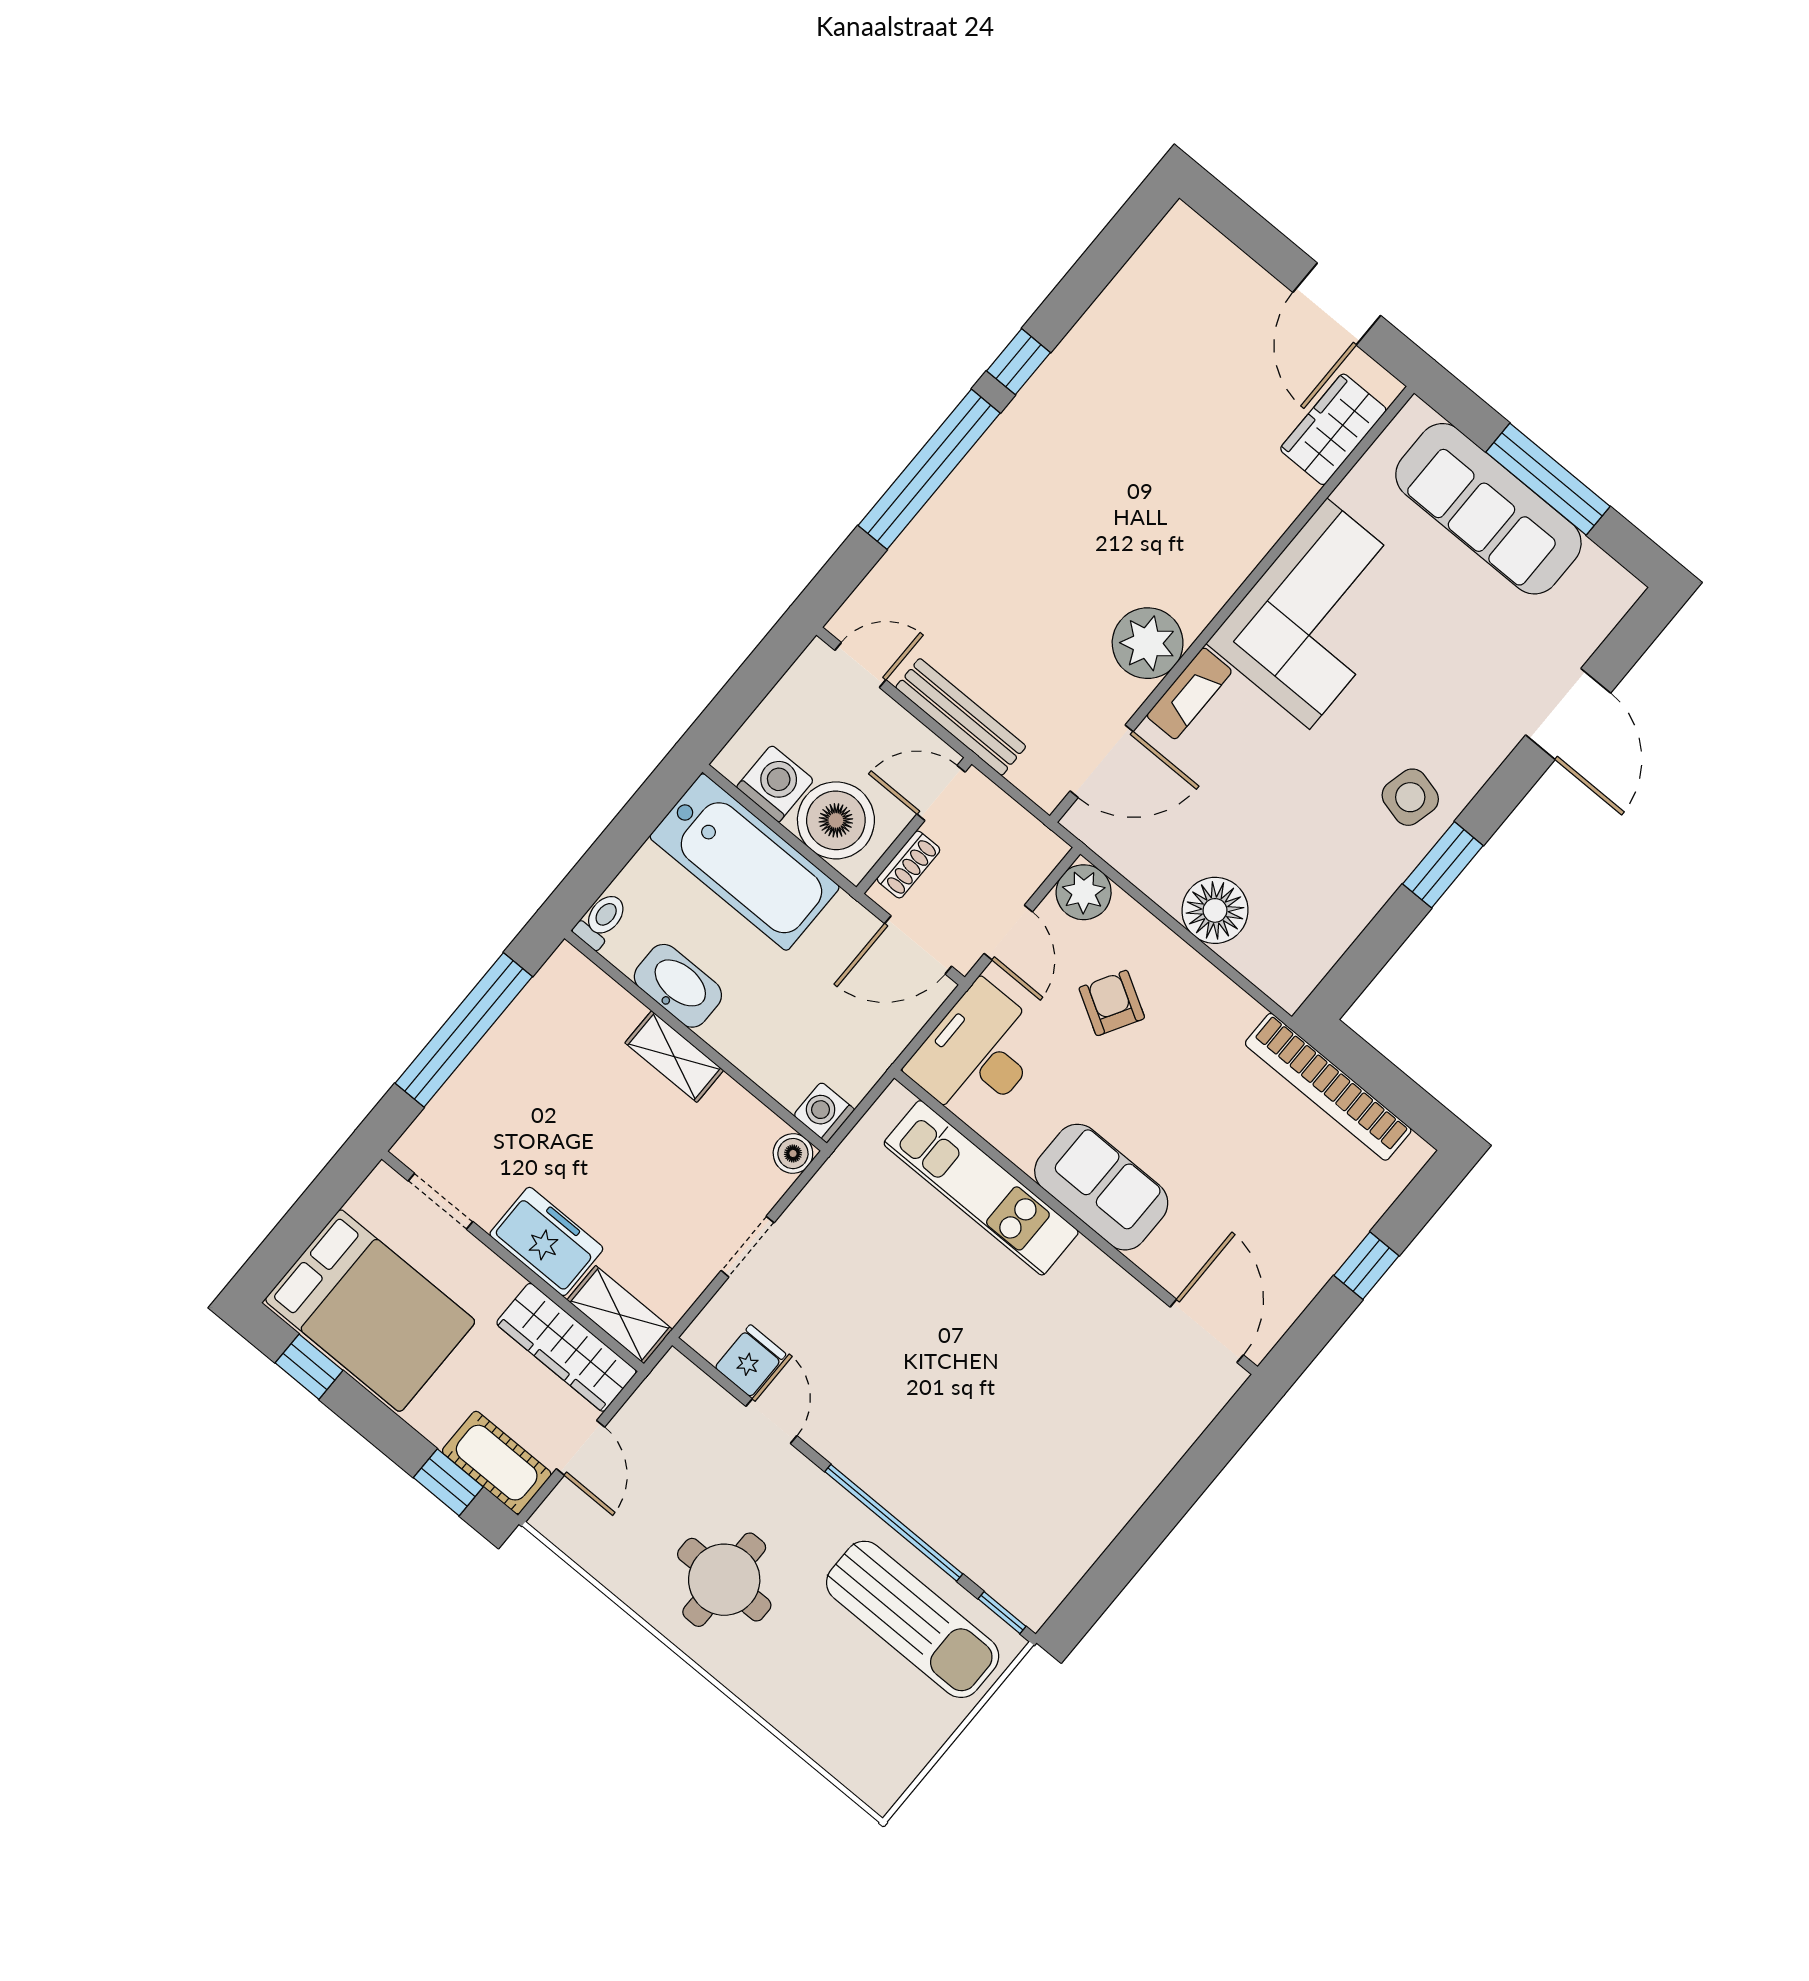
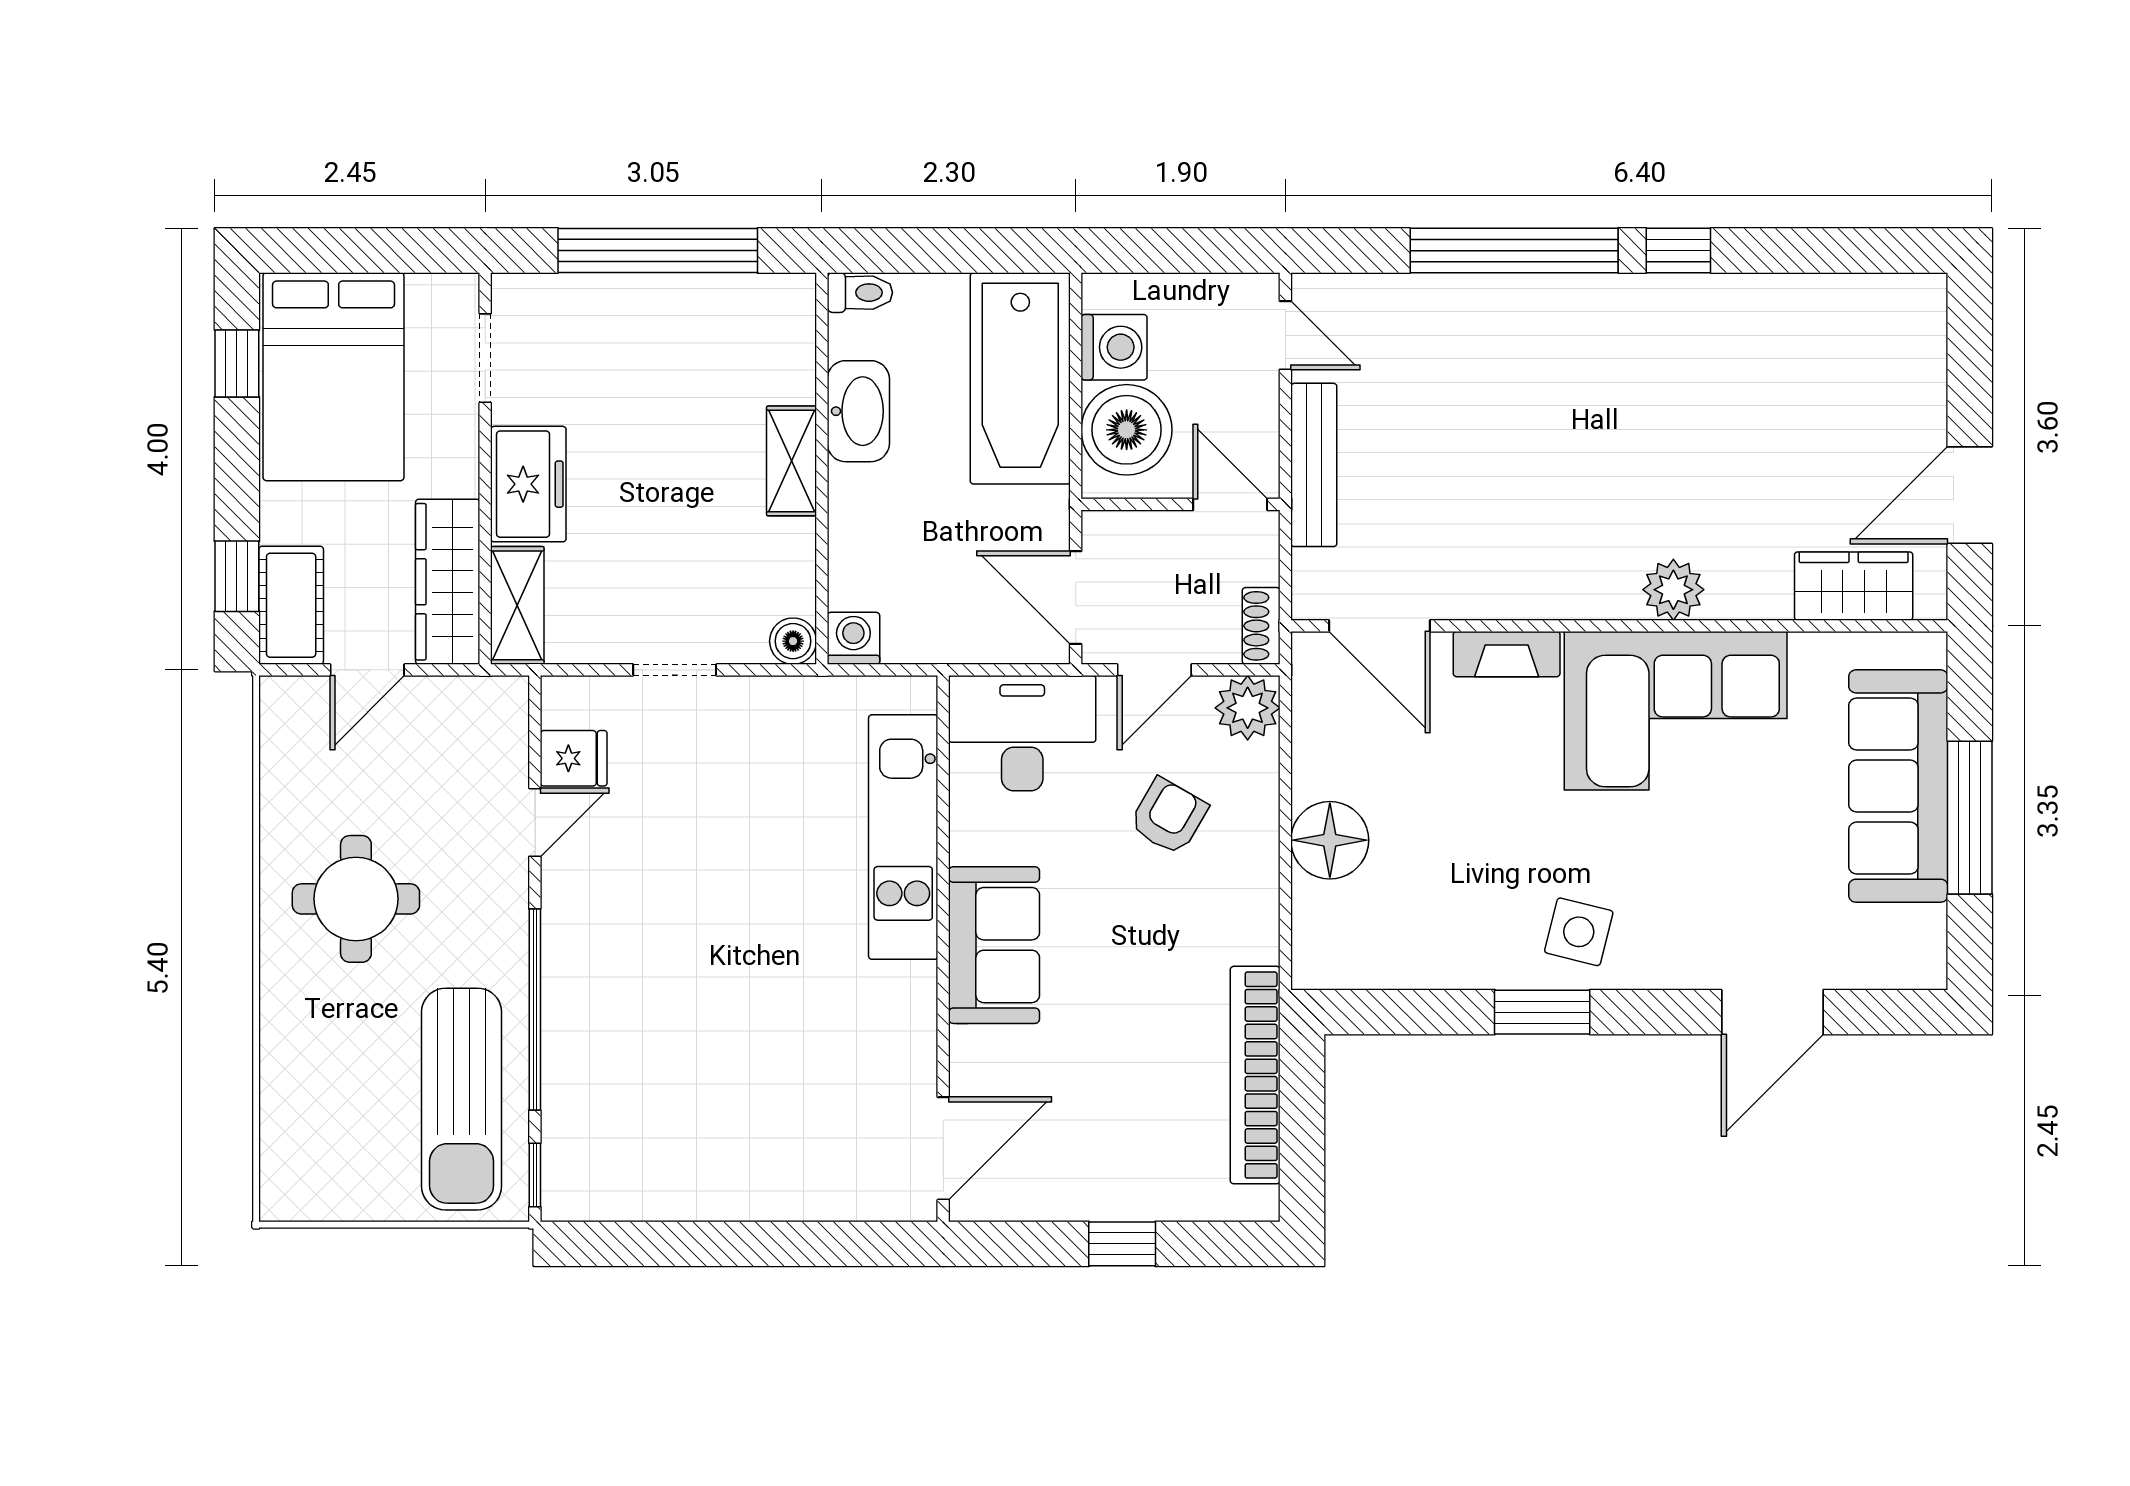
plant: (1148, 643) -> (1673, 590), moved, width x0.73, depth x0.73
shoe rack: (909, 864) -> (1261, 626), moved, turned 90

